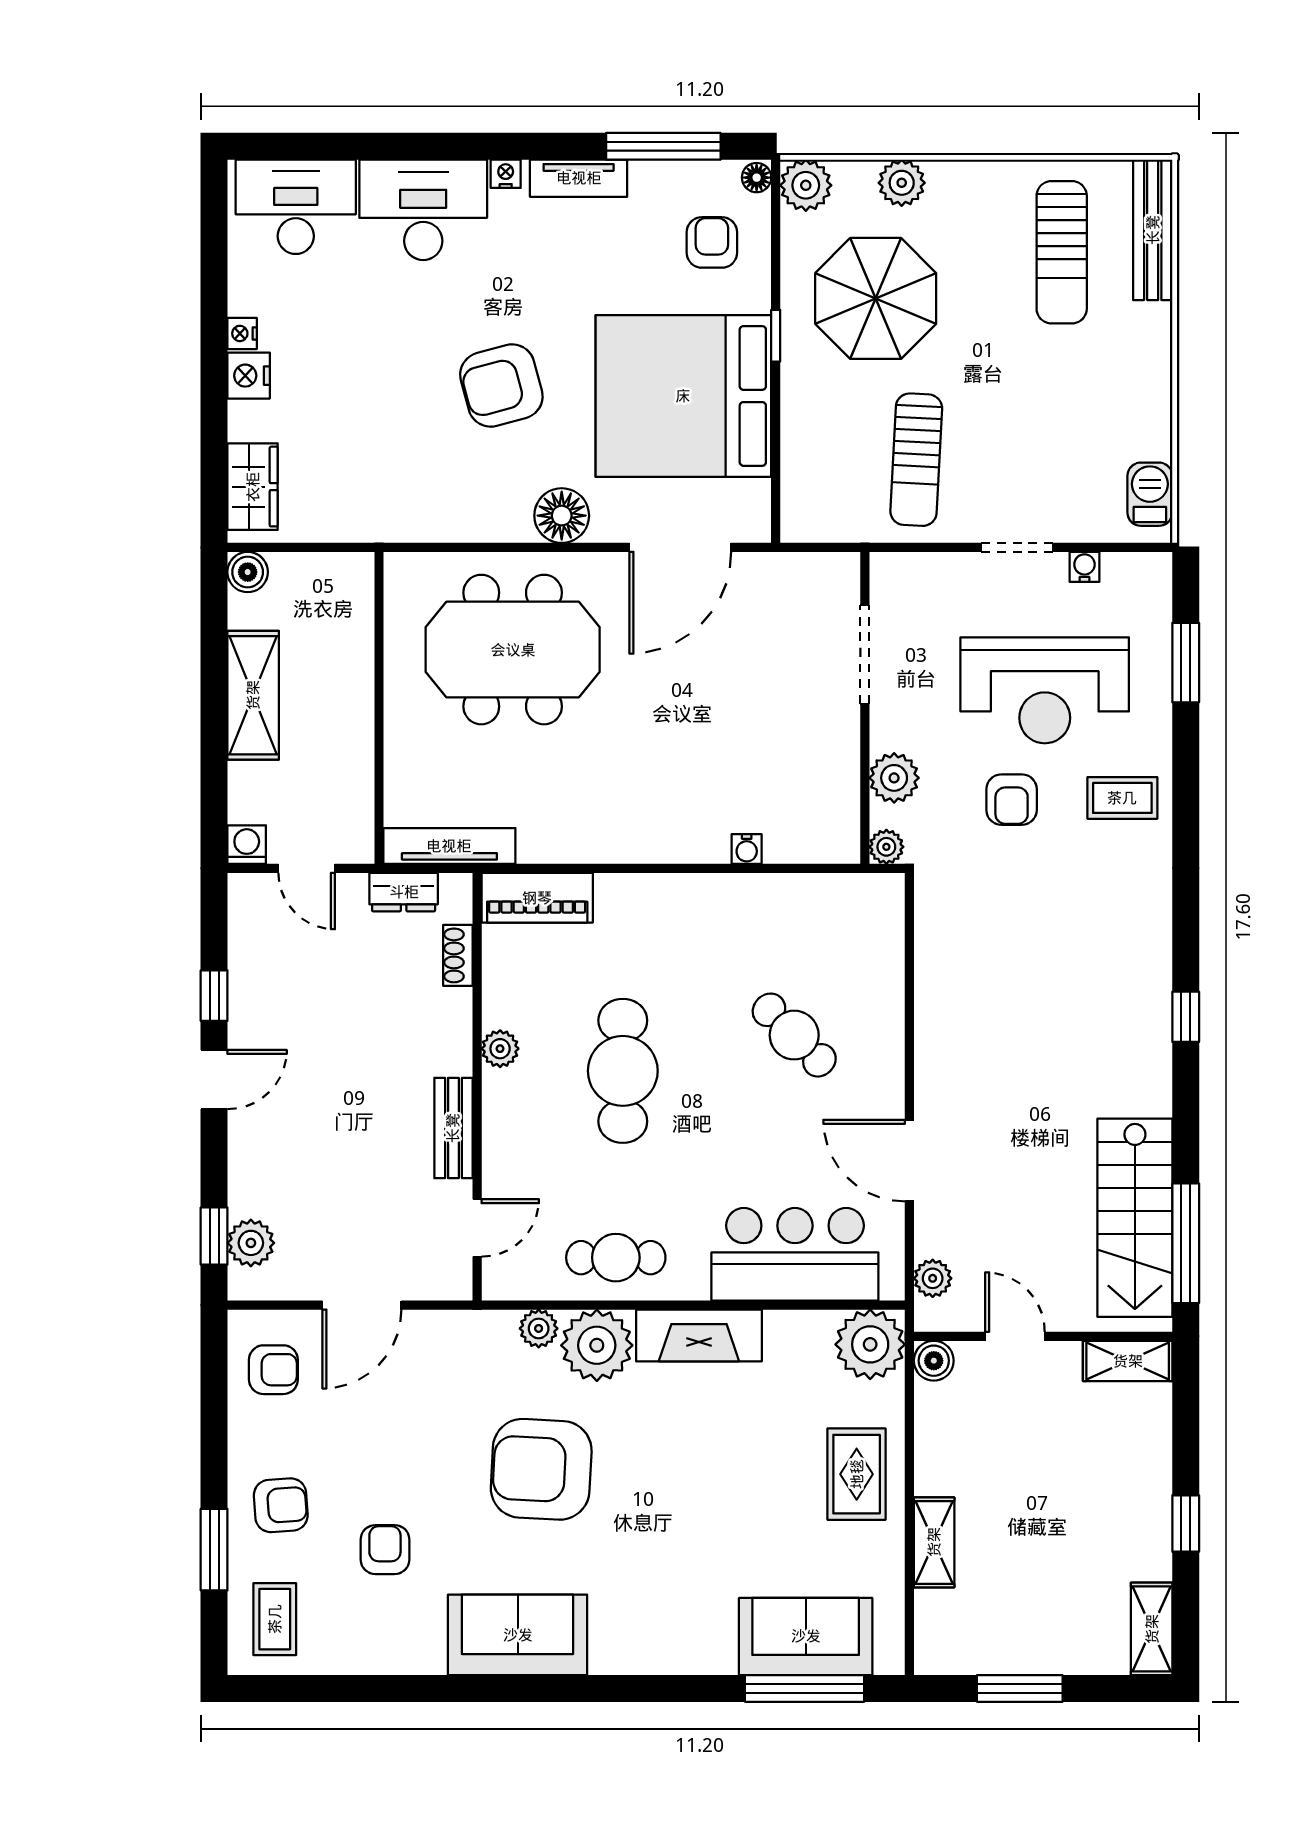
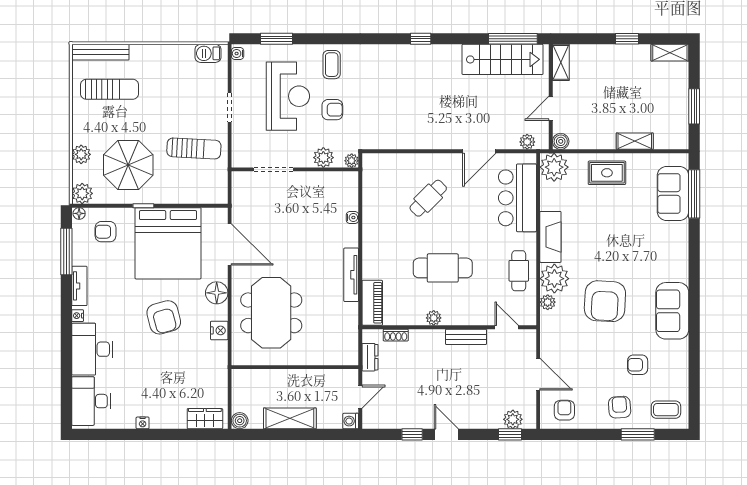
nightstand: (249, 376) -> (219, 330), moved, turned -90
water cooler: (1084, 567) -> (238, 54), moved
tv unit: (449, 846) -> (351, 275), moved

